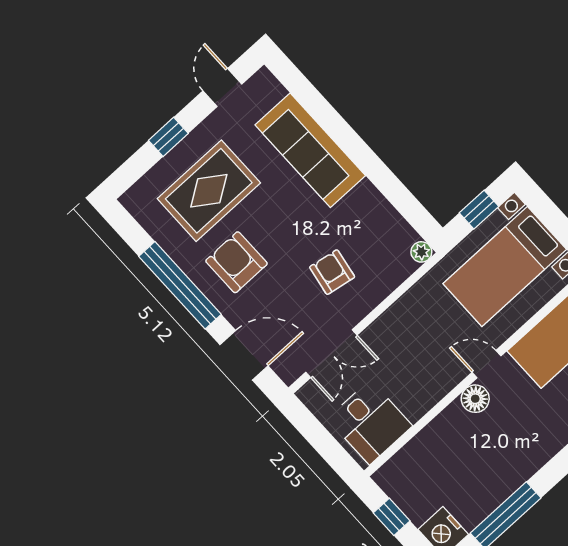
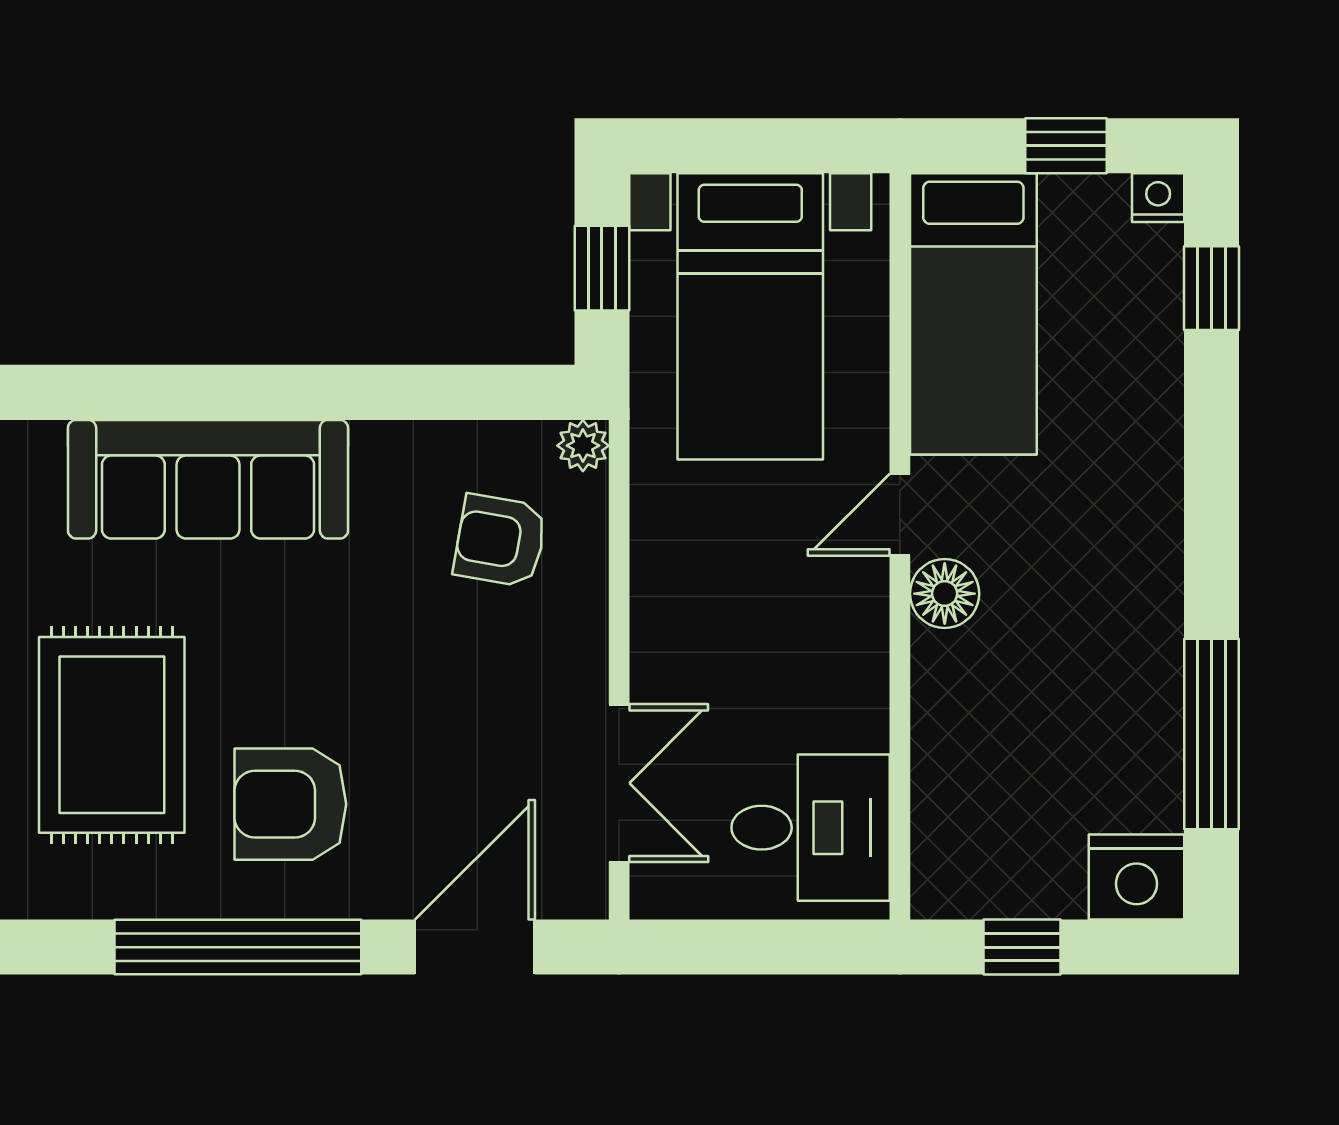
armchair: (332, 272) -> (500, 541), moved

